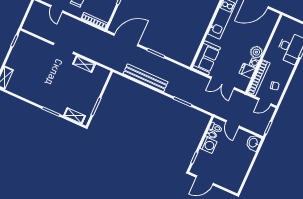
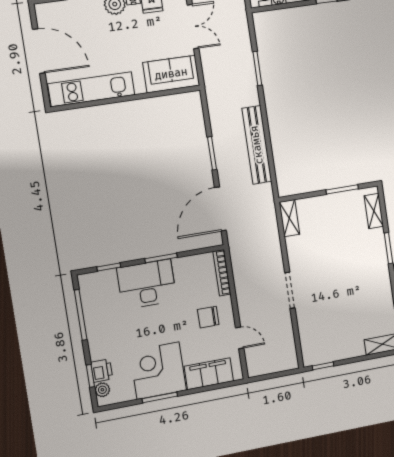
door: (57, 9) -> (240, 338), hinge flipped
door: (126, 40) -> (220, 209), hinge flipped
shelving: (84, 64) -> (289, 218), moved

